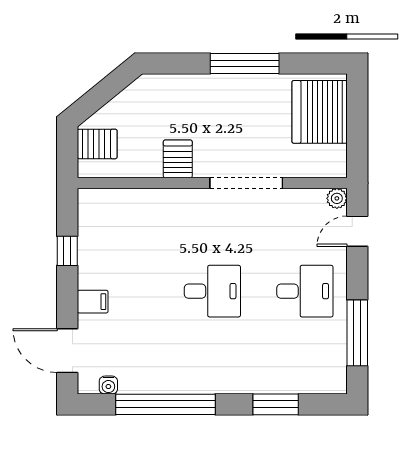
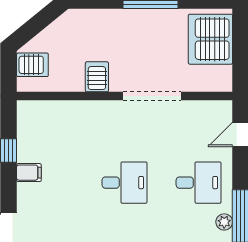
plant: (337, 198) -> (224, 222), moved
filing cabinet: (93, 302) -> (29, 173), moved

